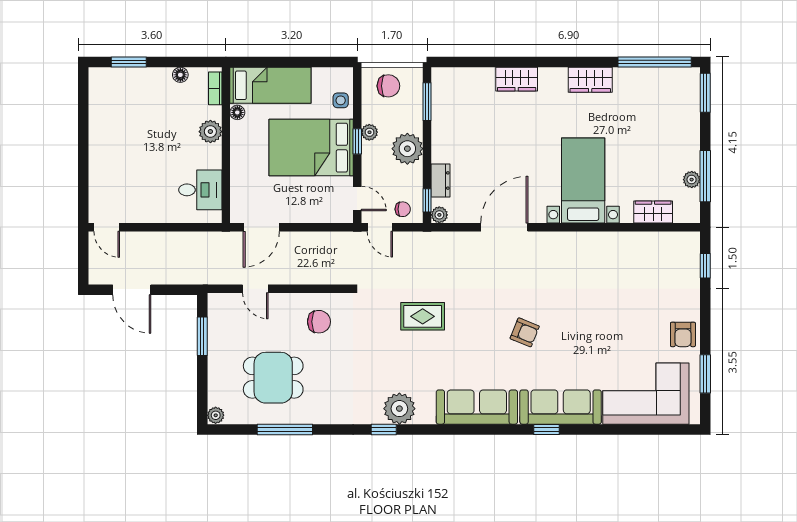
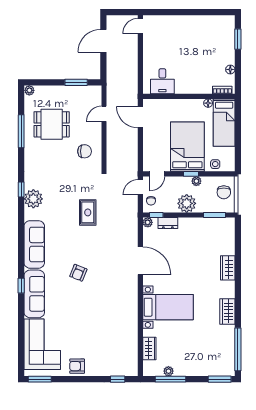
plant: (210, 132) -> (197, 87), removed
chair: (319, 322) -> (85, 151), turned -90
window: (705, 374) -> (40, 379), moved
dining table: (273, 378) -> (52, 124), turned 90

